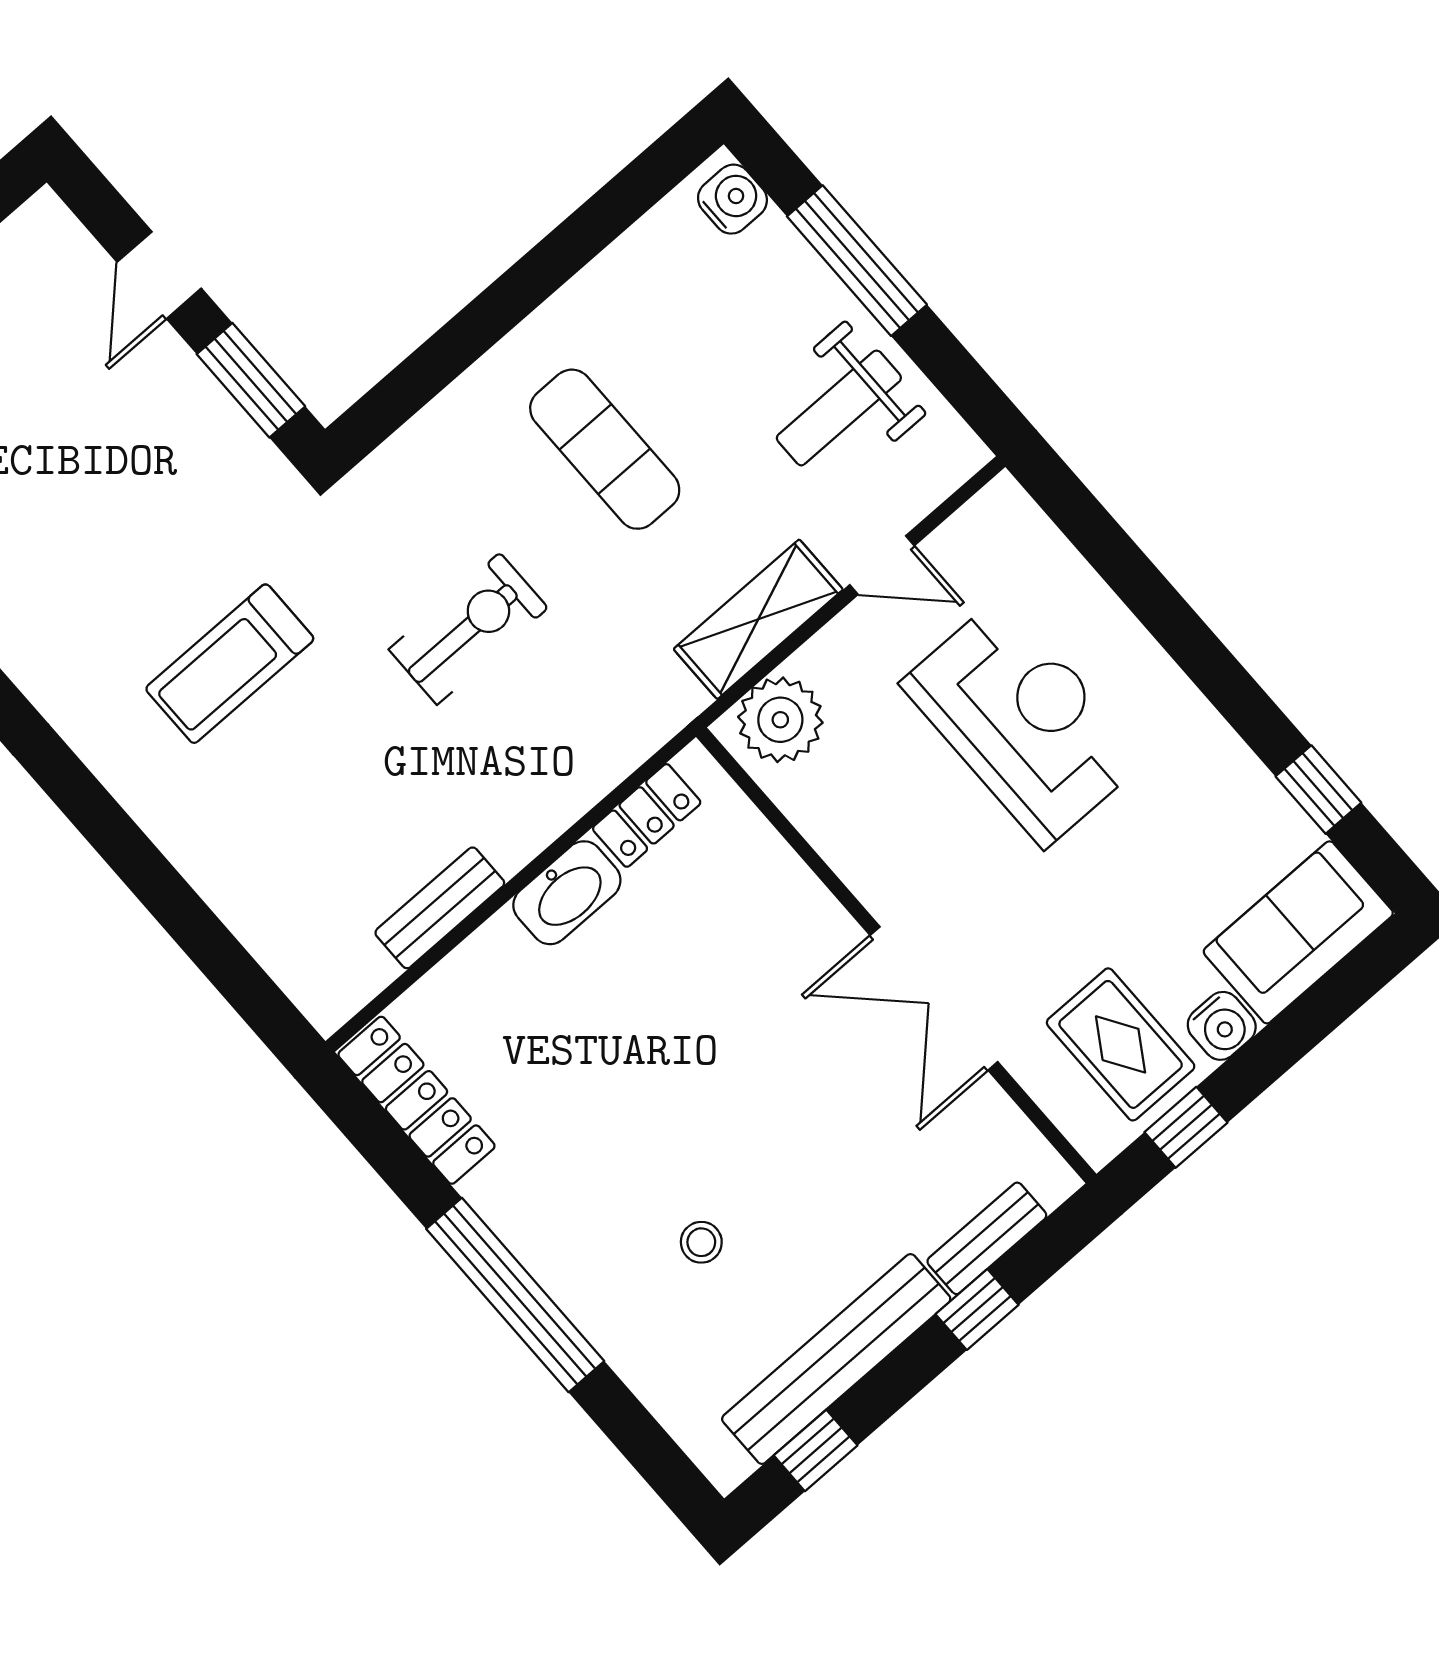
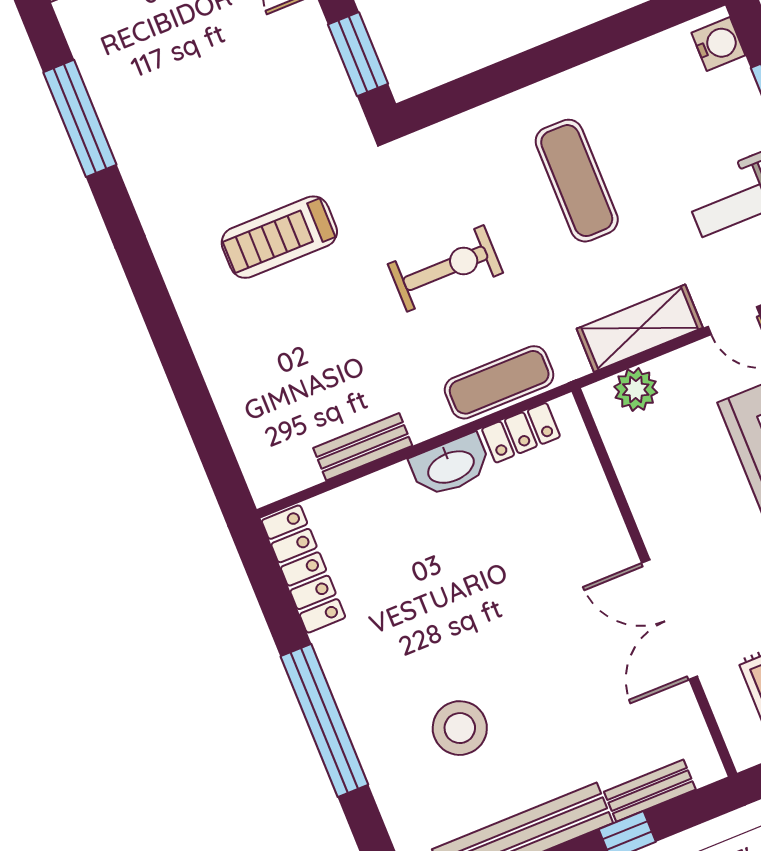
plant: (780, 720) -> (636, 390), width x0.73, depth x0.73
exercise mat: (594, 757) -> (499, 382), added
stool: (701, 1242) -> (460, 728), width x1.89, depth x1.89

